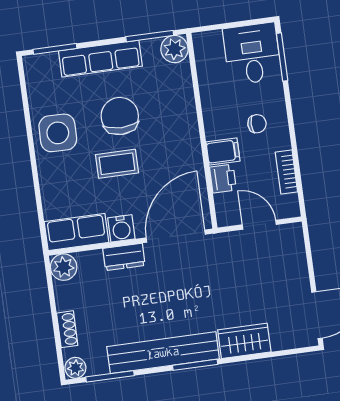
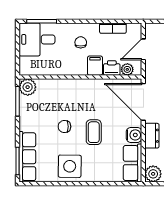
row of seats: (100, 59) -> (27, 157), moved
chair: (120, 116) -> (64, 127), width x0.54, depth x0.54
plant: (224, 204) -> (127, 69), added

